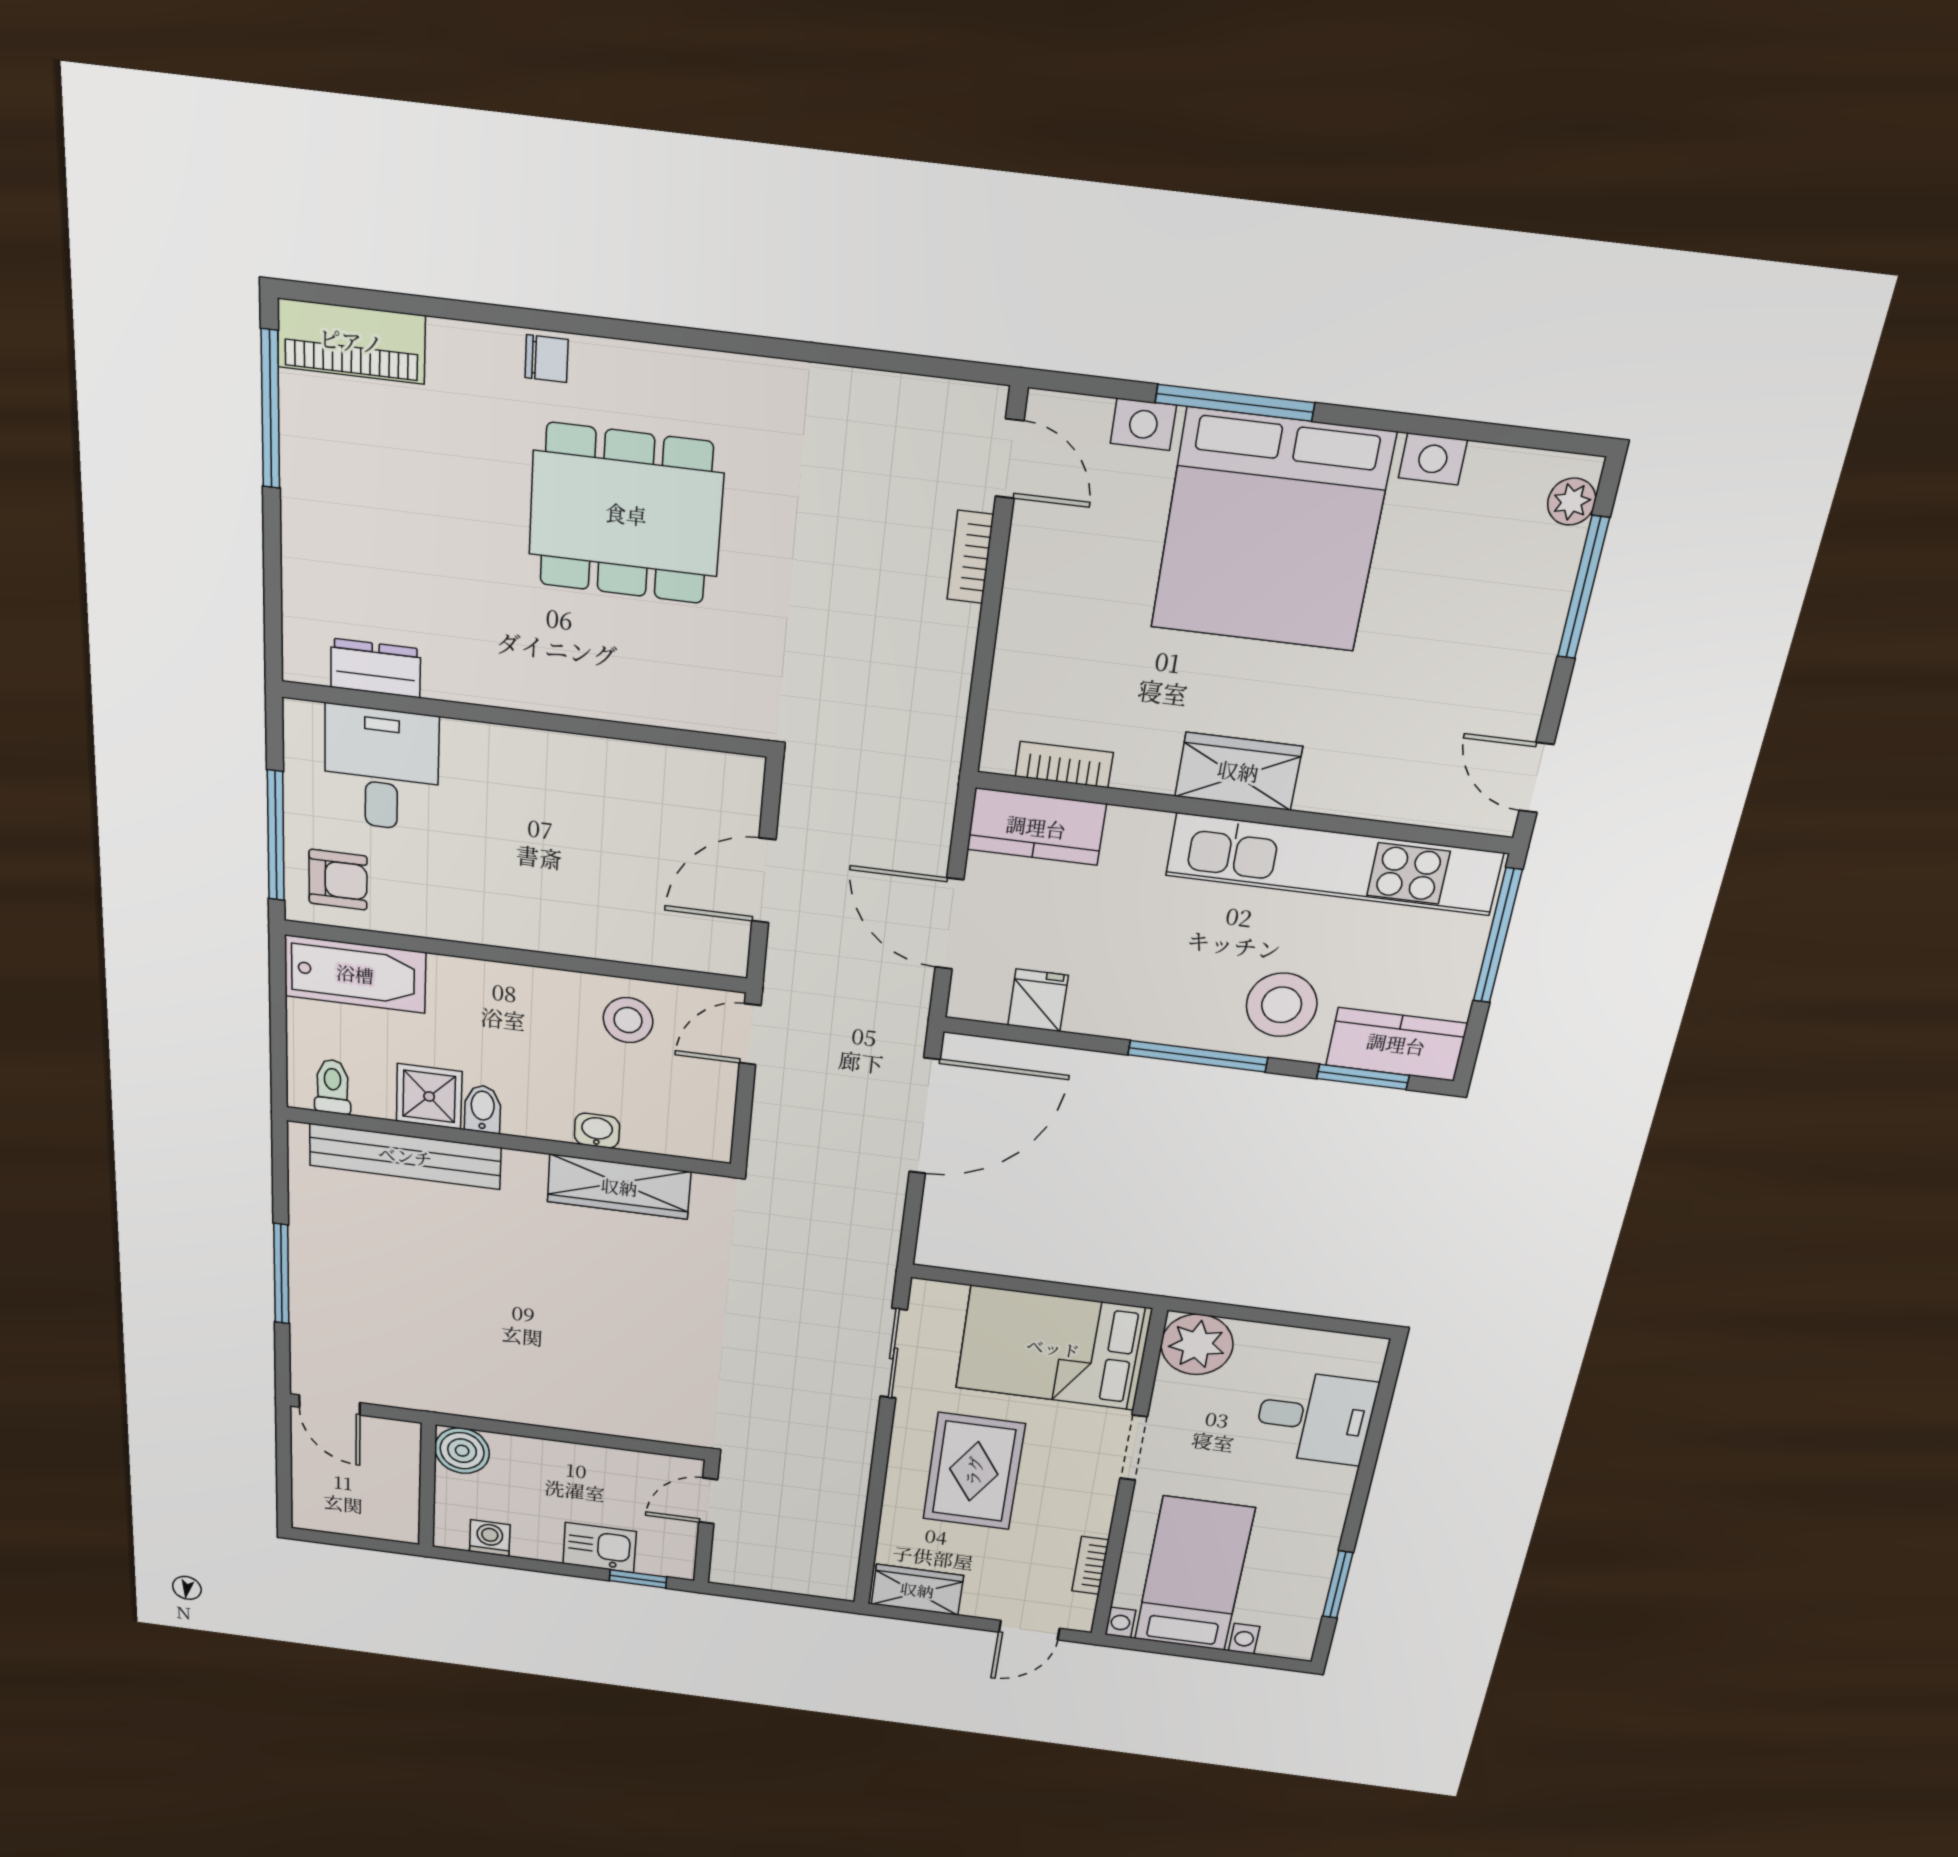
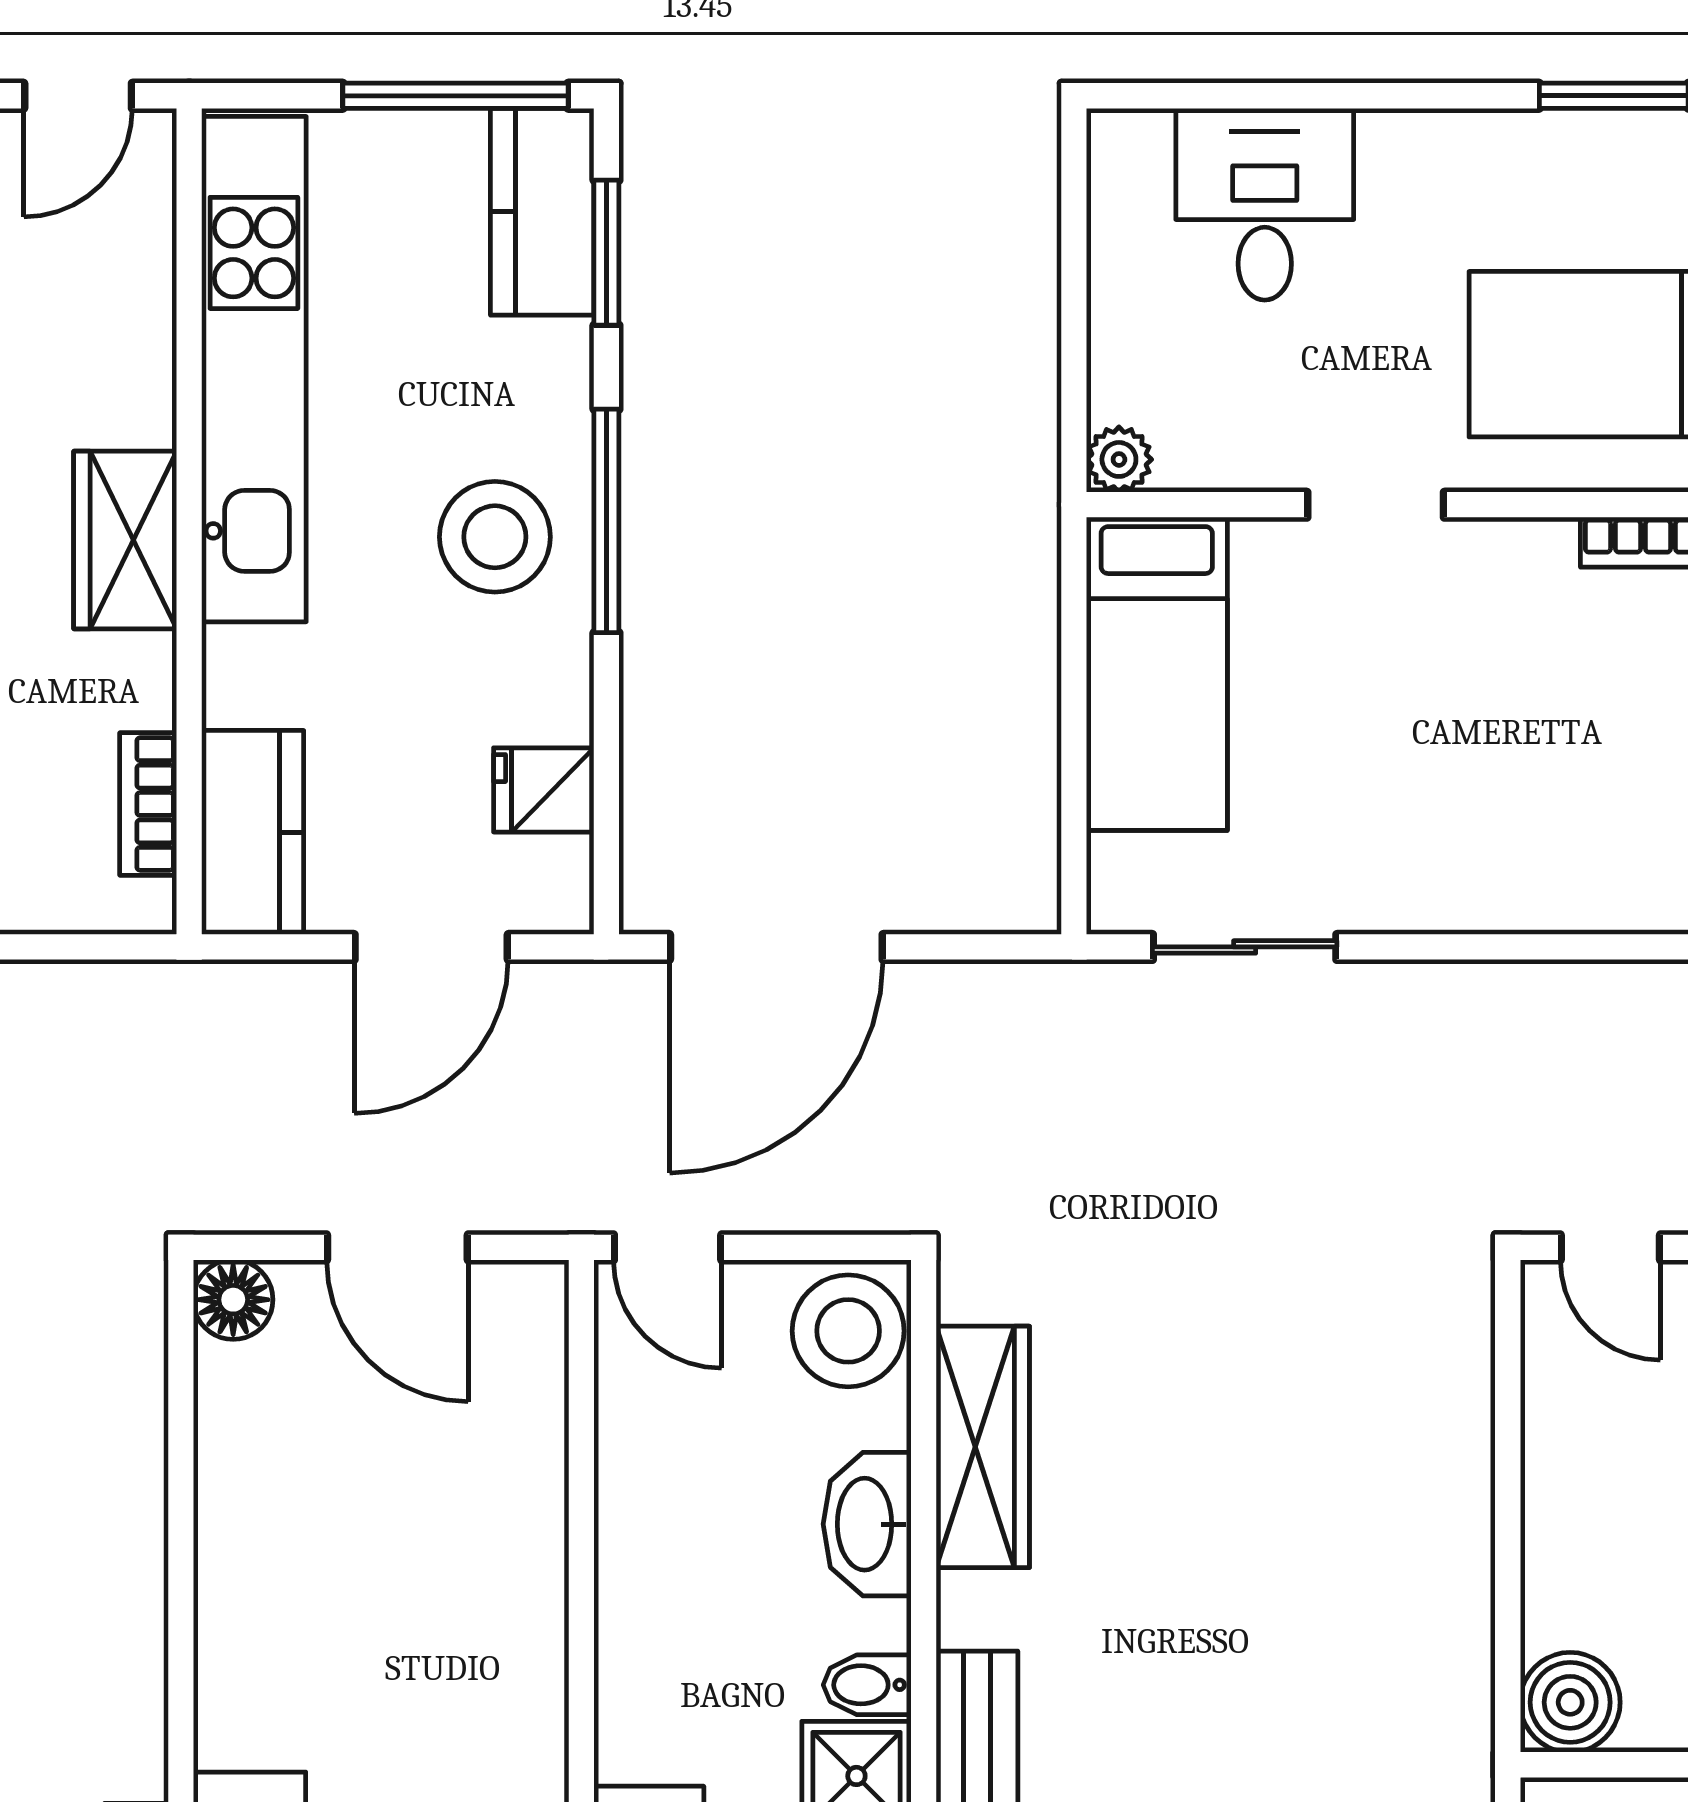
floor lamp: (739, 778) -> (233, 1300), added
window: (1498, 936) -> (456, 96), moved
stool: (1282, 1005) -> (495, 537), moved
stool: (628, 1020) -> (848, 1331), moved, width x1.38, depth x1.38
door: (924, 1116) -> (776, 947), swing flipped
washbasin: (597, 1131) -> (867, 1524), width x1.91, depth x1.45
plant: (1197, 1344) -> (1119, 459), width x0.53, depth x0.53
bed: (1053, 1348) -> (1157, 674), width x0.67
rug: (974, 1471) -> (1470, 778), removed

